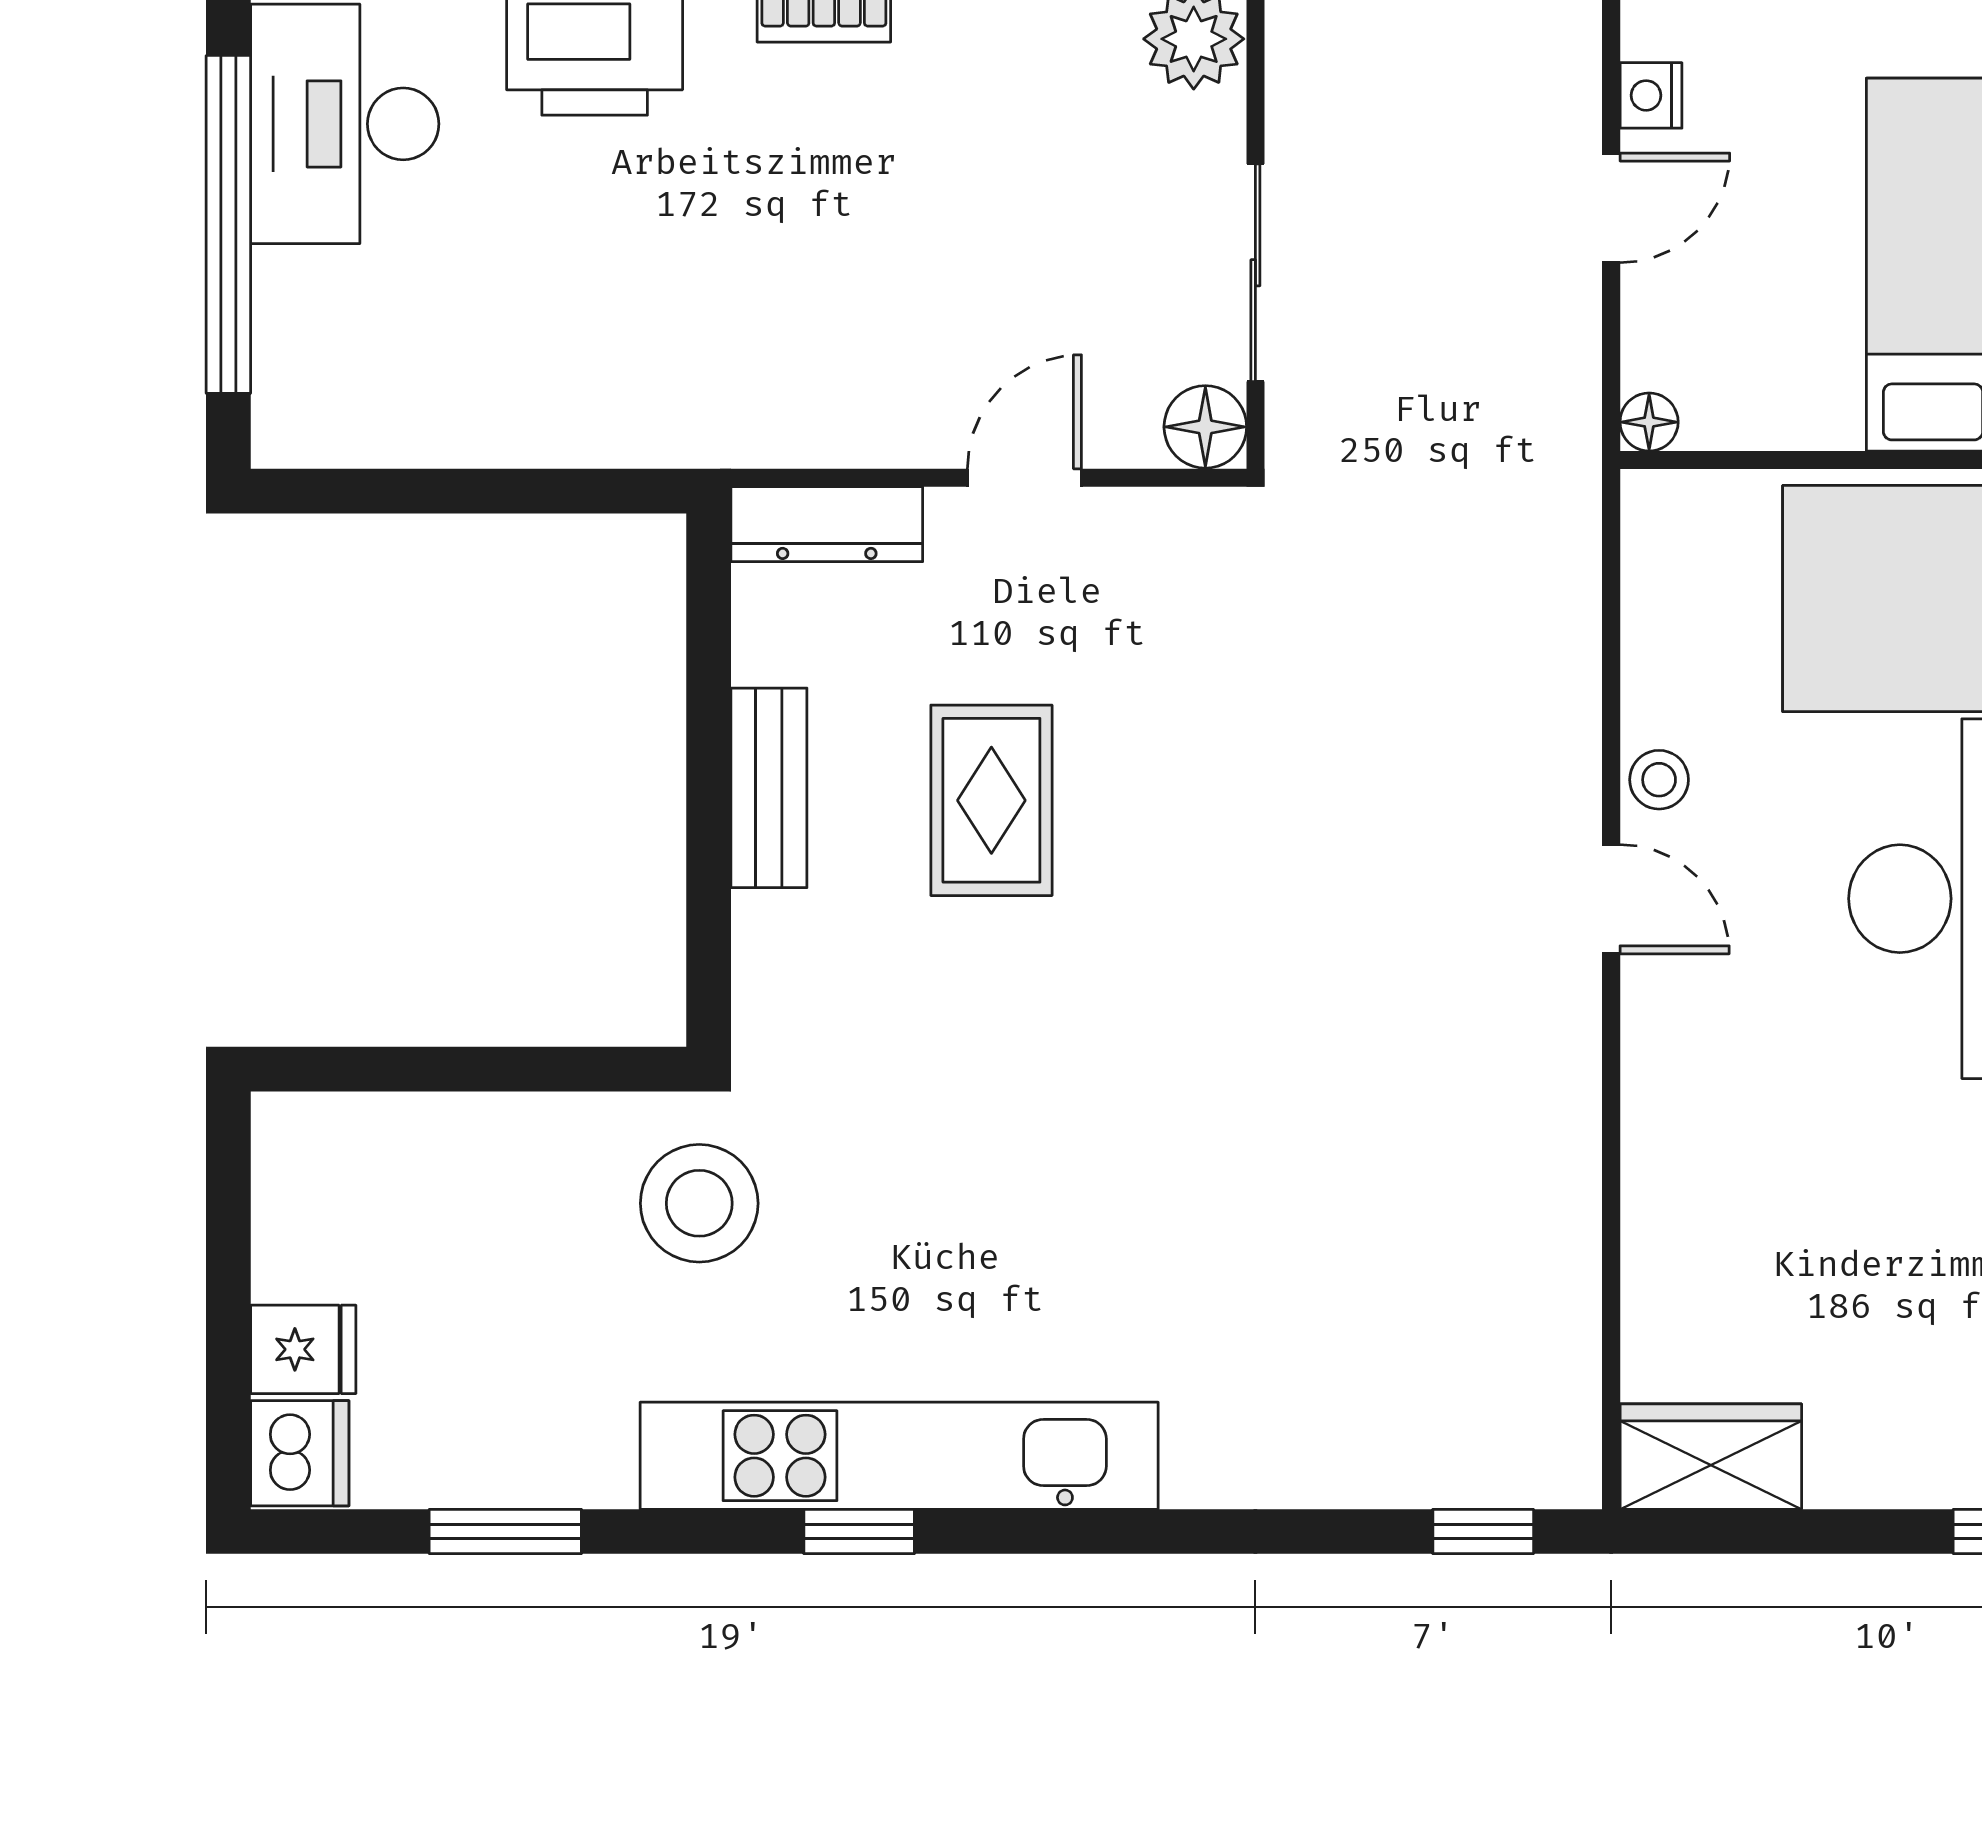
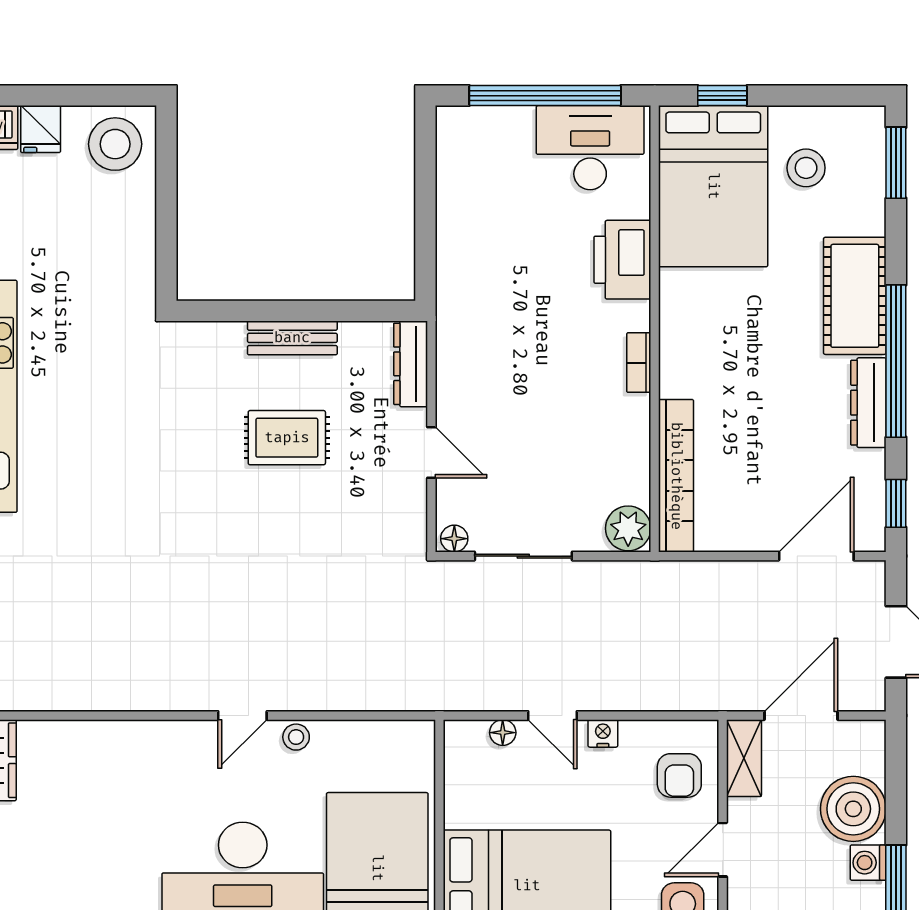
floor lamp: (1649, 422) -> (503, 733), moved
floor lamp: (1205, 427) -> (454, 539), width x0.73, depth x0.73
stool: (699, 1203) -> (115, 144), moved

